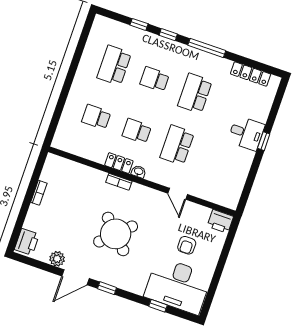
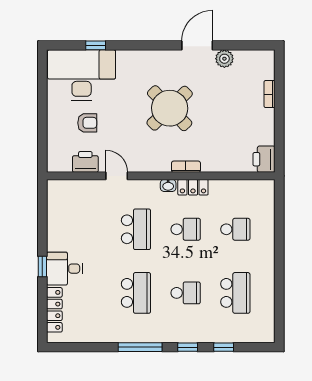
locker: (251, 74) -> (54, 310), moved, turned 90
bookcase: (39, 193) -> (270, 94), moved
printer: (220, 221) -> (85, 162), moved
printer: (27, 242) -> (264, 159), moved
armchair: (187, 245) -> (87, 123), turned 90
window: (107, 288) -> (158, 45), removed

